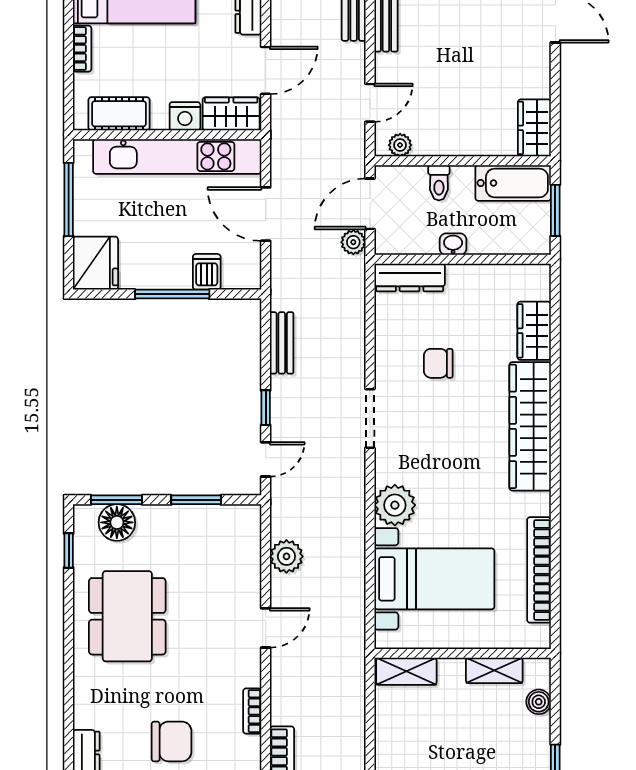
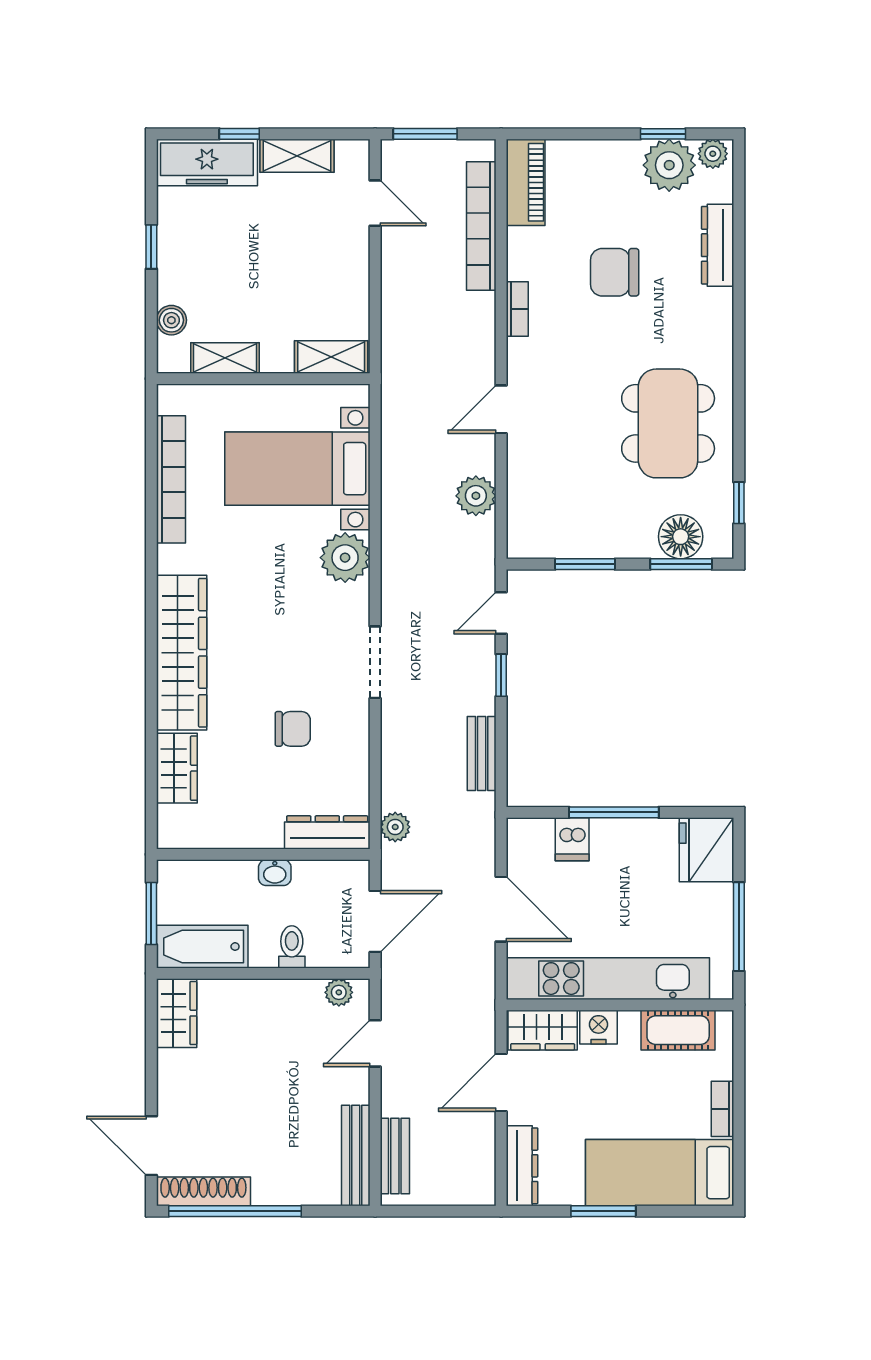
plant: (353, 242) -> (395, 827), moved

